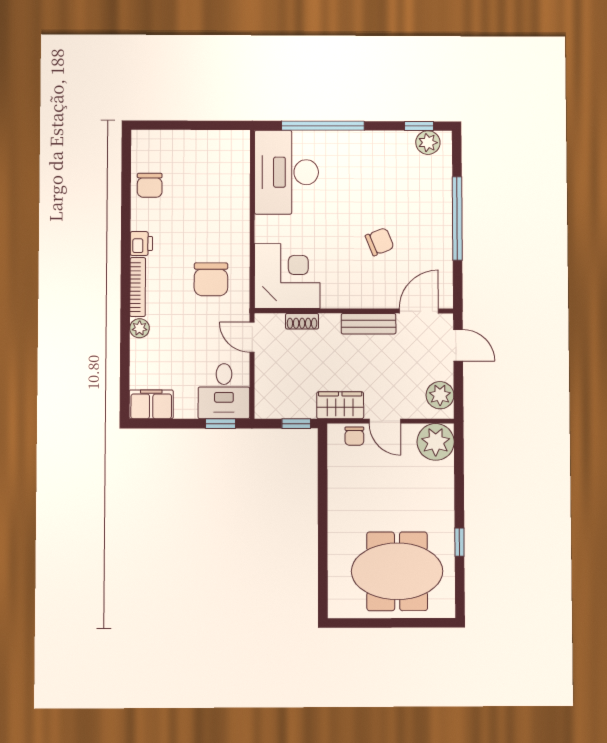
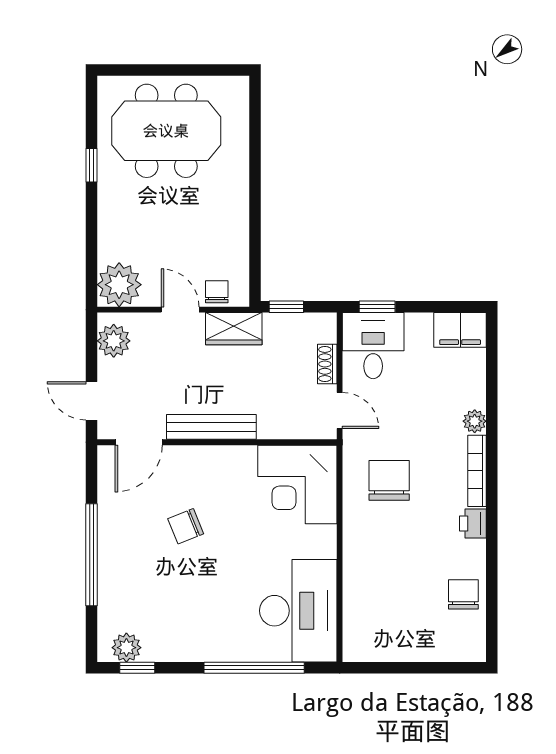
shoe rack: (302, 321) -> (327, 364), moved, turned -90
bench: (369, 324) -> (211, 427), width x1.36

